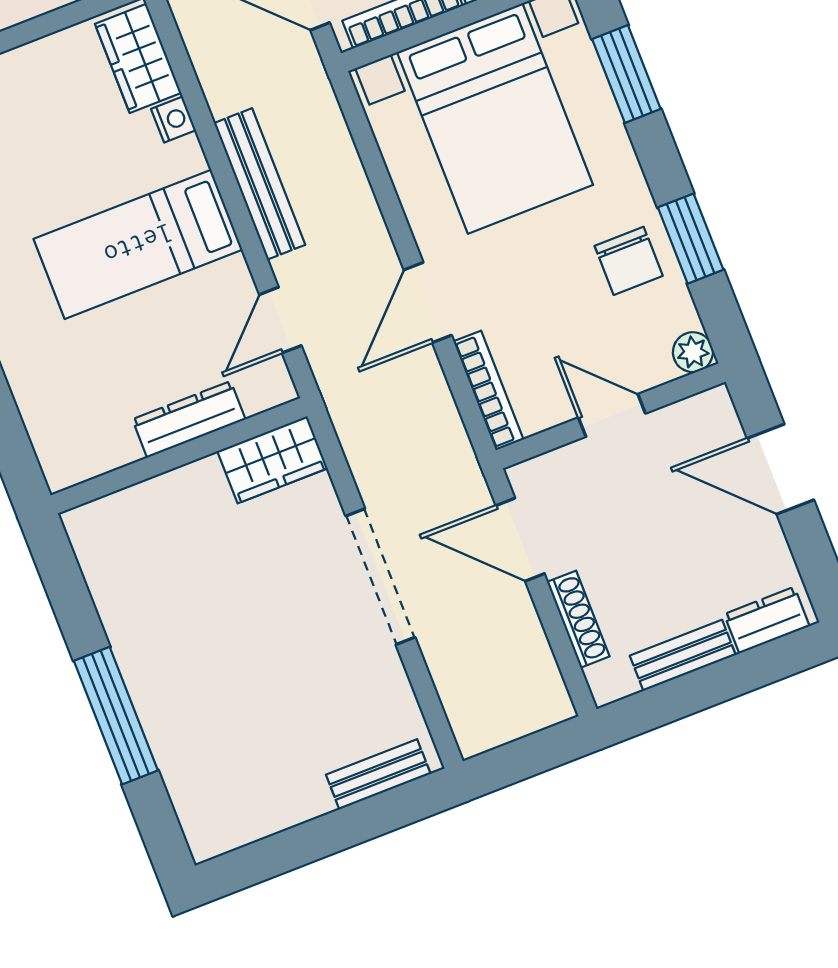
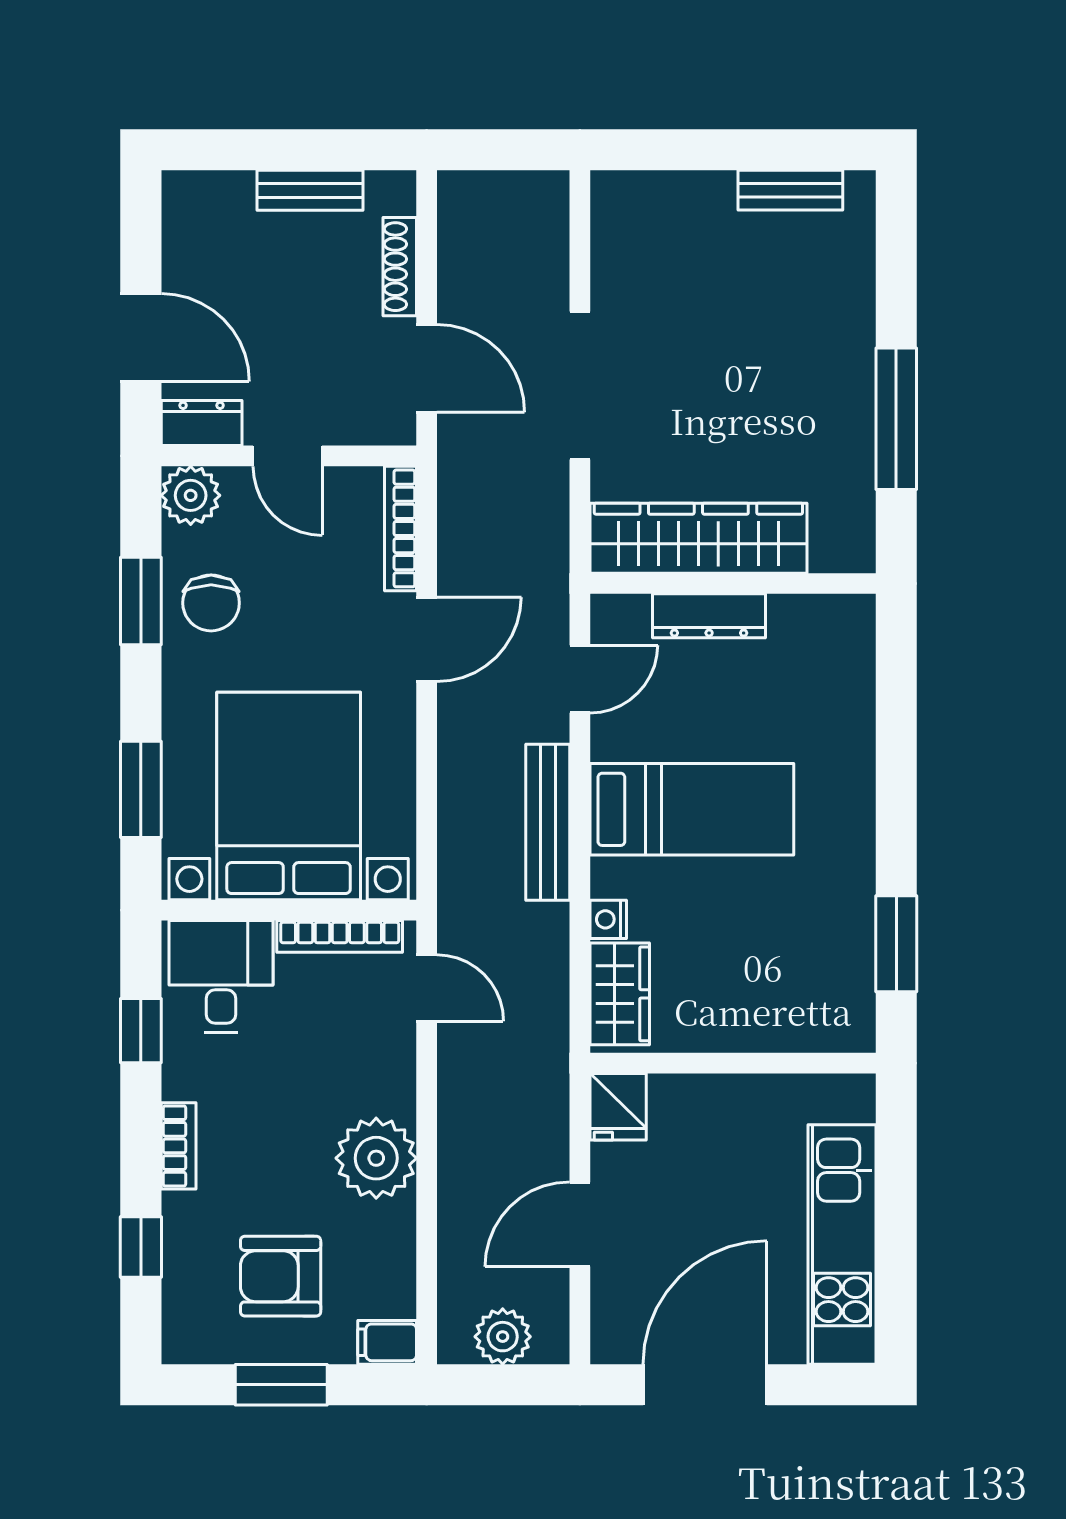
chair: (629, 261) -> (211, 603), turned 180
plant: (693, 352) -> (191, 495), width x1.38, depth x1.38
wardrobe: (273, 460) -> (698, 538), width x2.10, depth x1.17
dresser: (767, 620) -> (202, 423), moved, turned 180
window: (116, 716) -> (896, 419), moved
bench: (378, 774) -> (790, 190), moved

